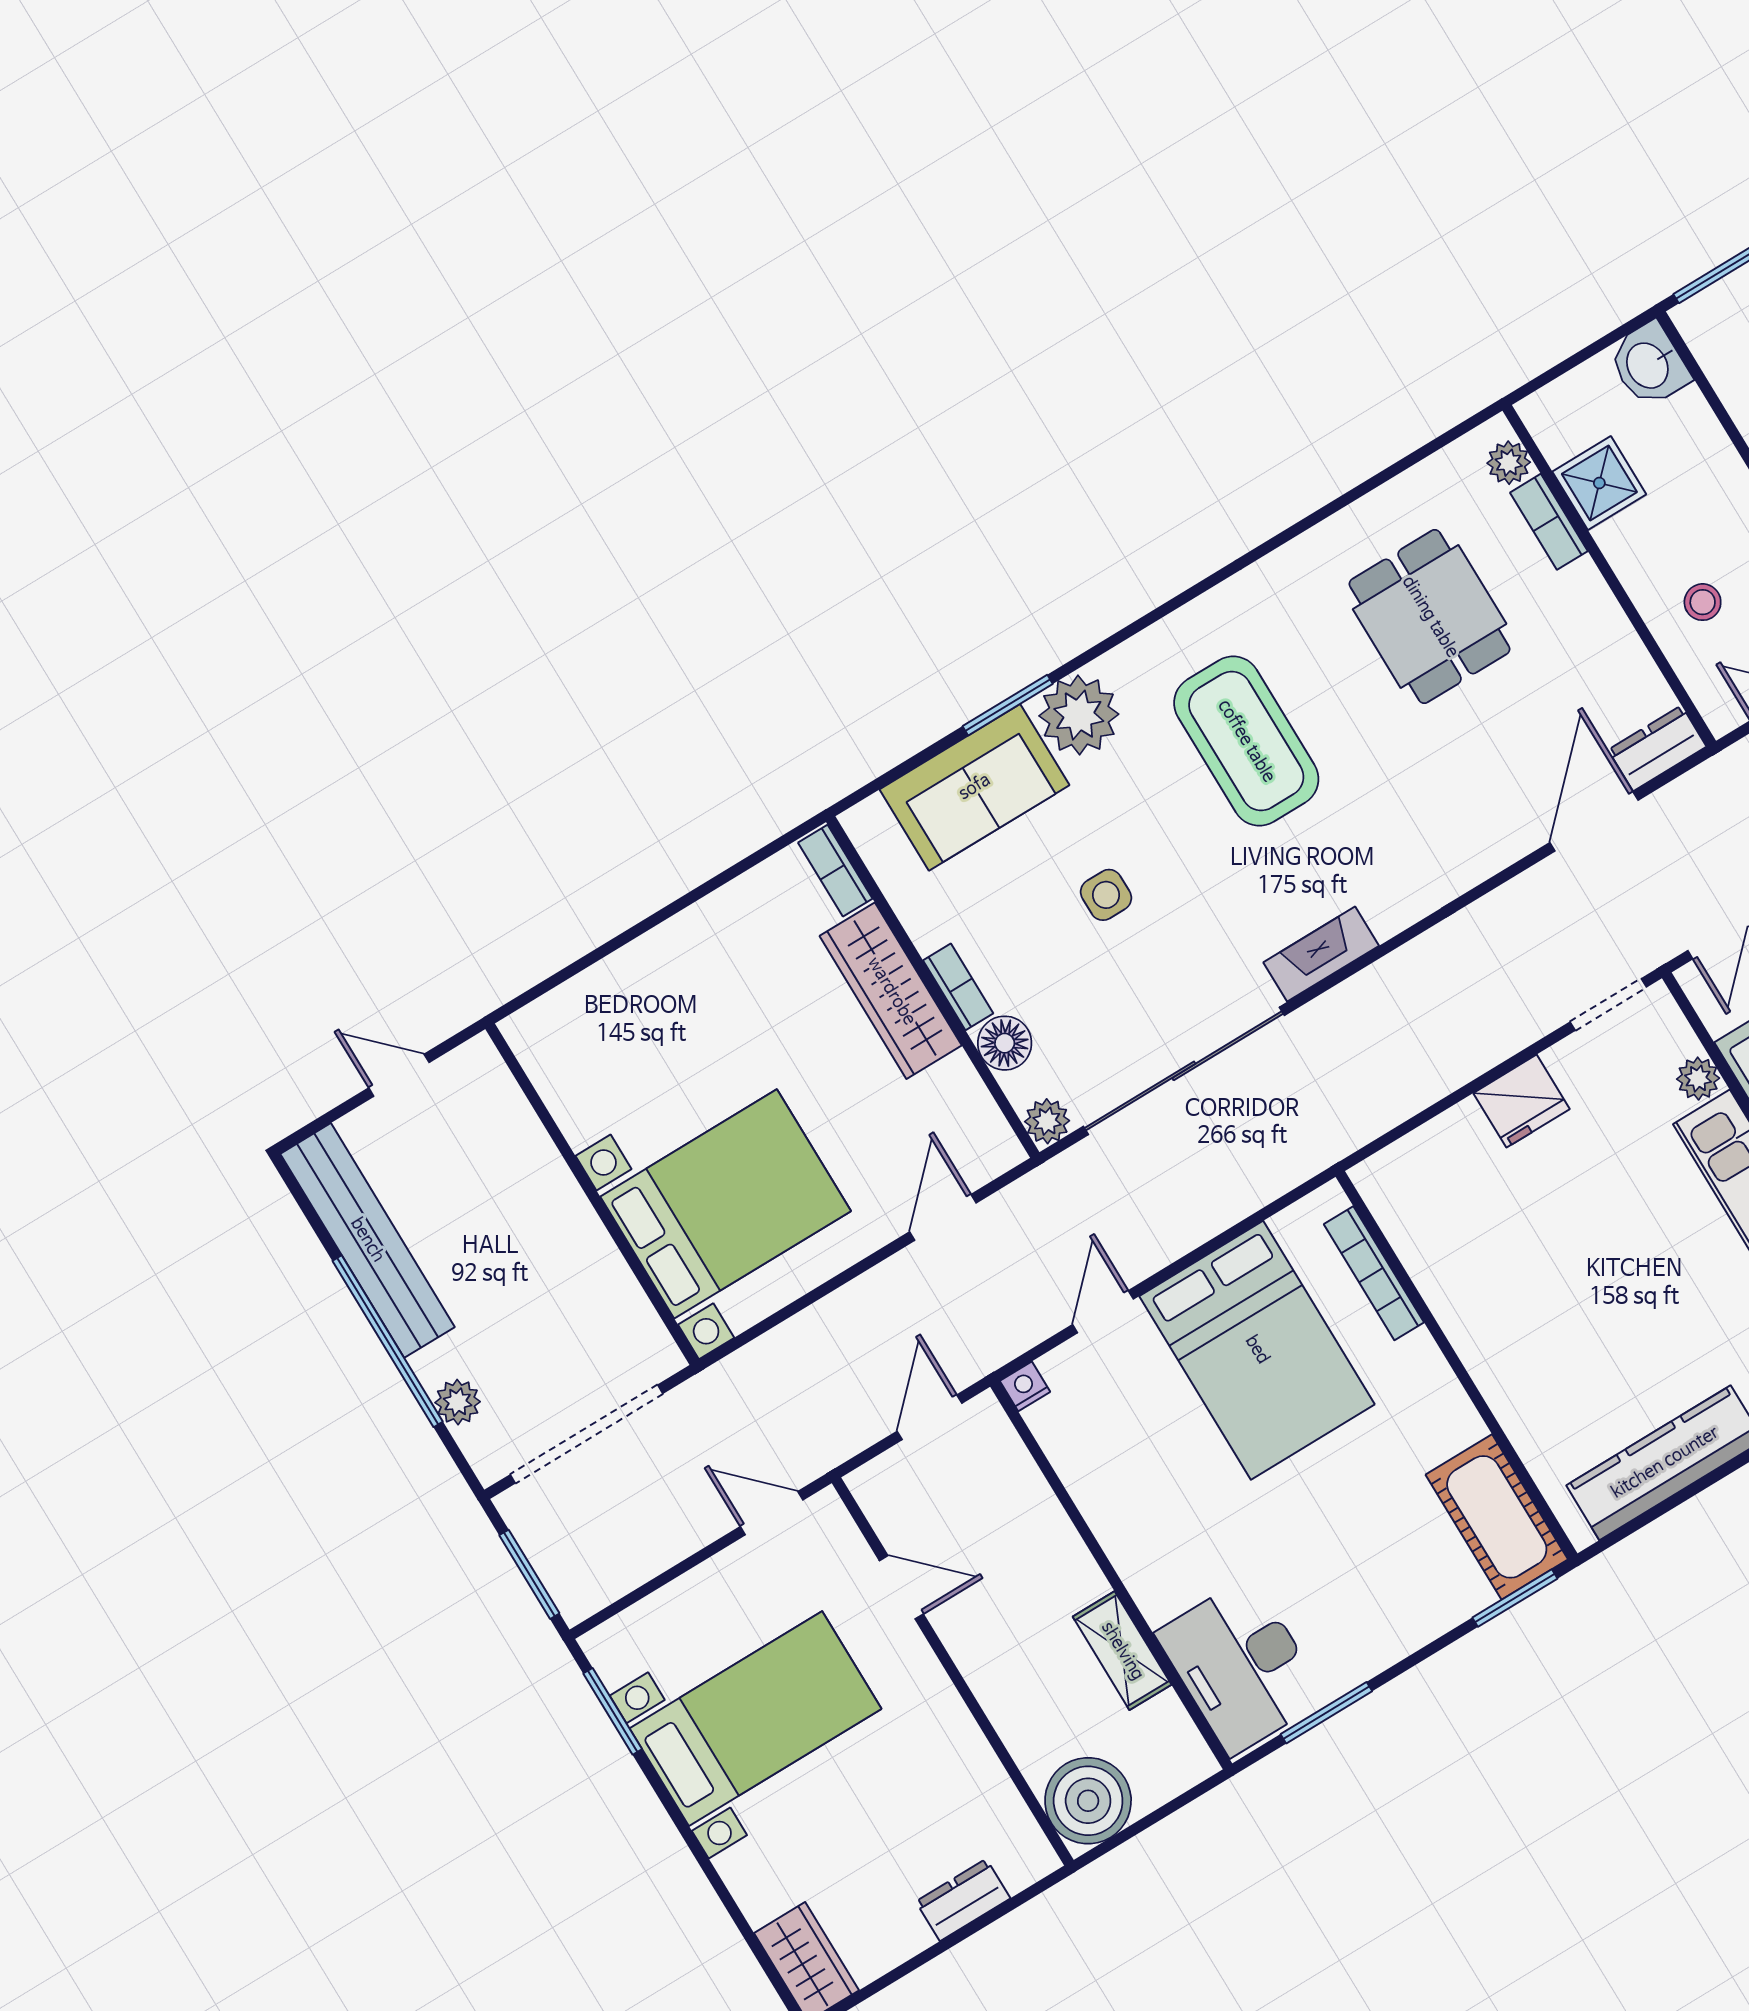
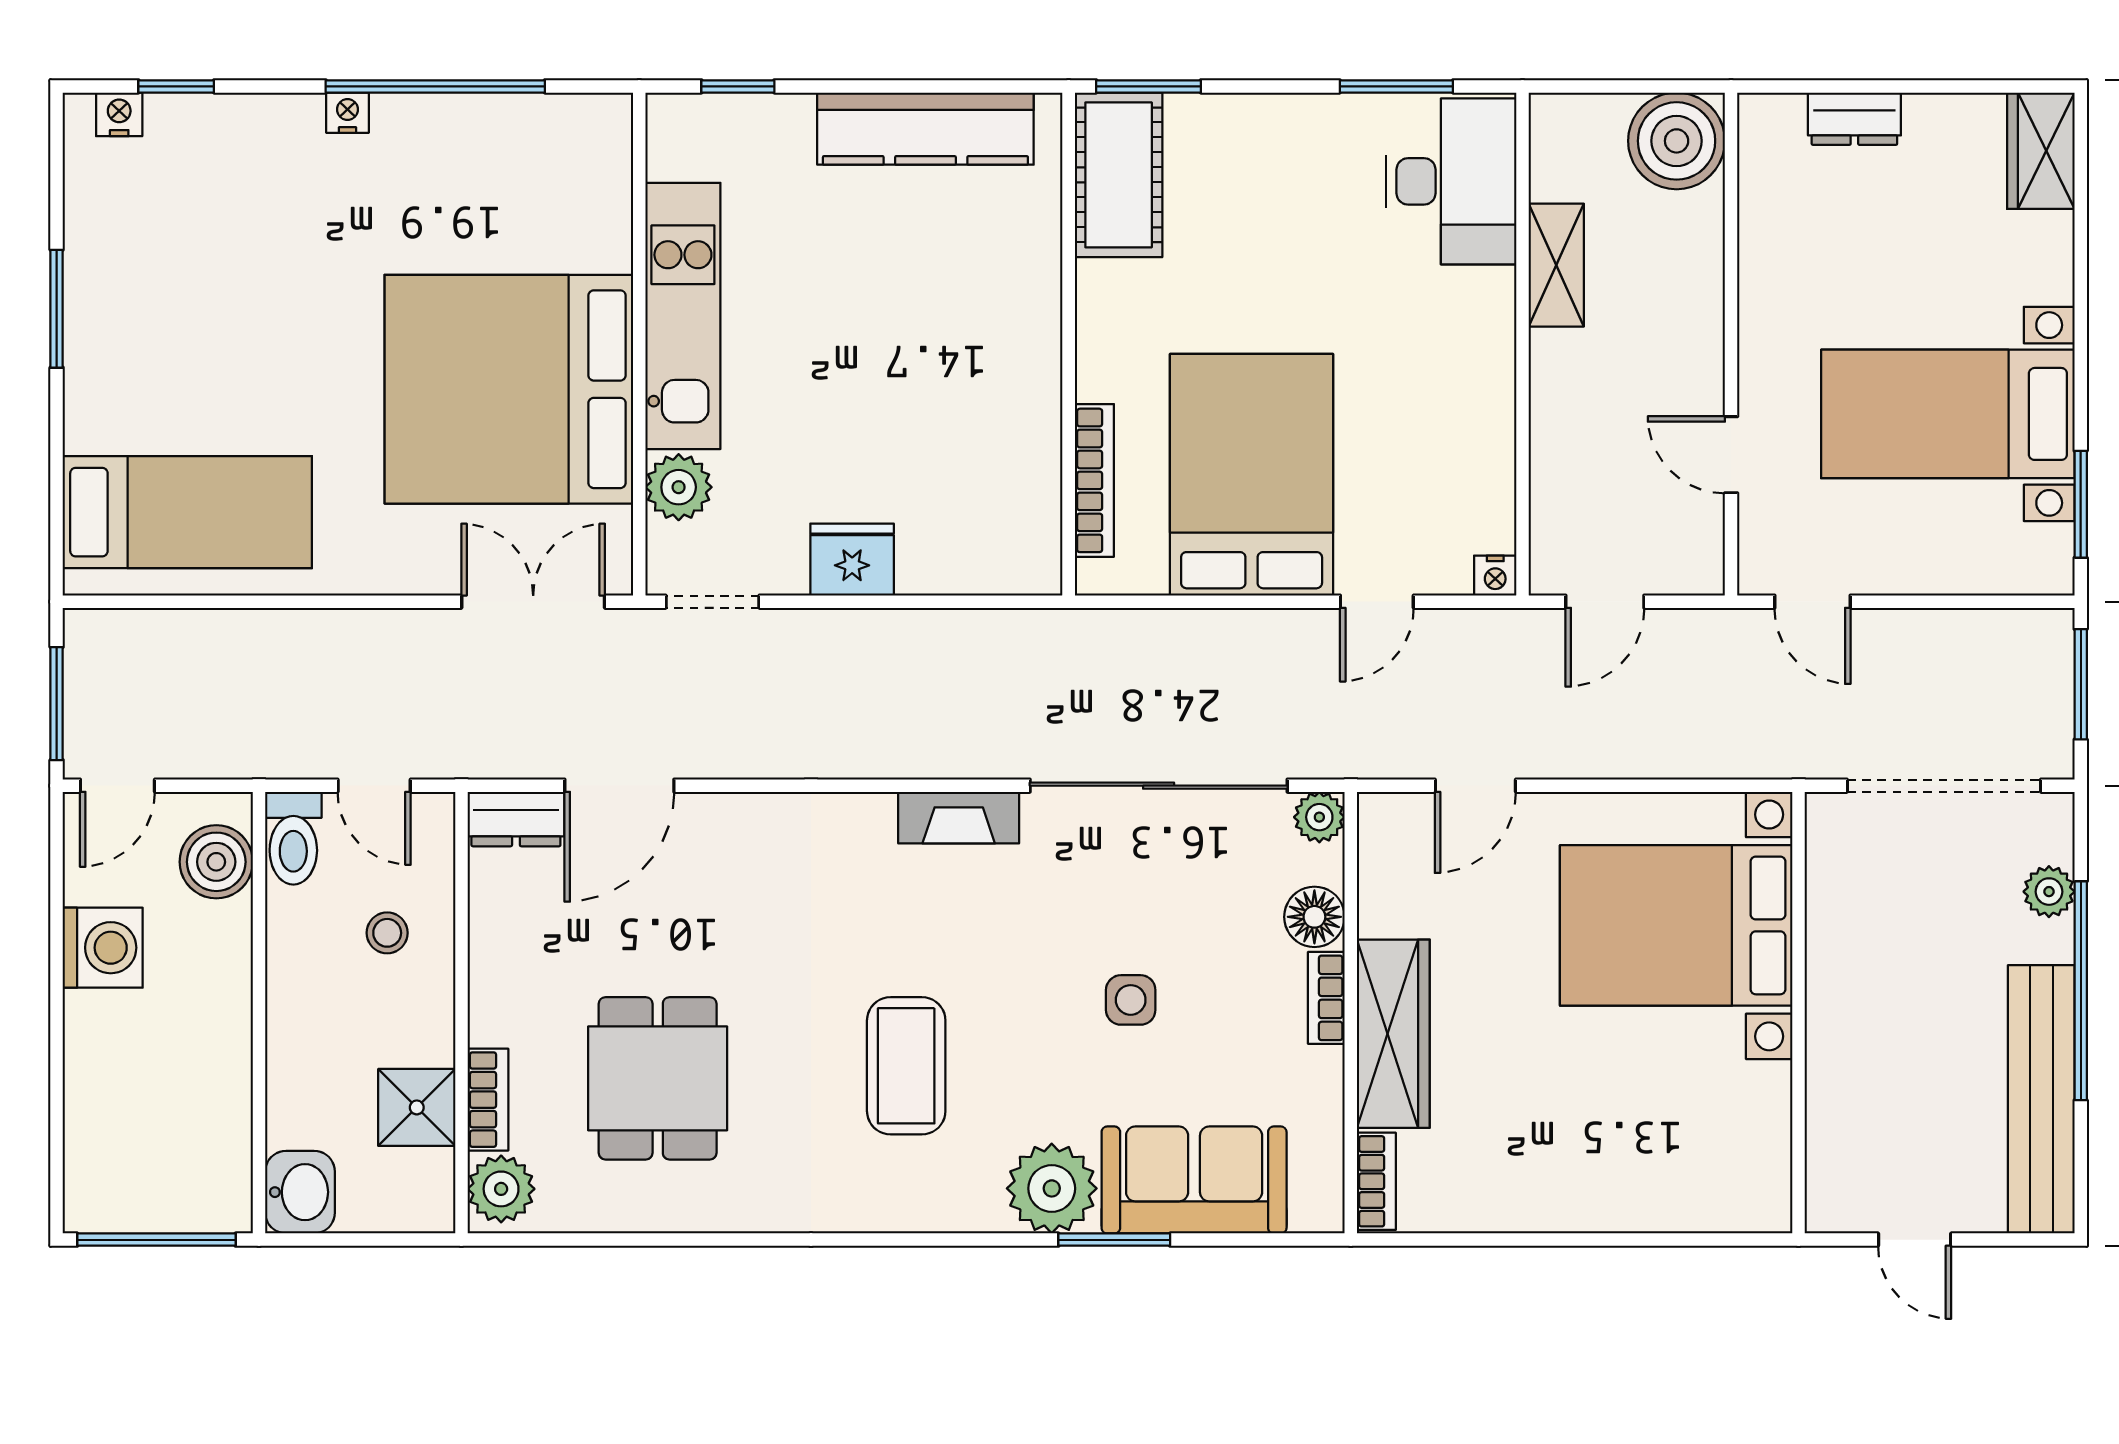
plant: (1509, 463) -> (501, 1189), width x1.38, depth x1.38
coffee table: (1246, 741) -> (906, 1066), width x0.73, depth x0.76
plant: (1698, 1079) -> (679, 487), width x1.38, depth x1.38

